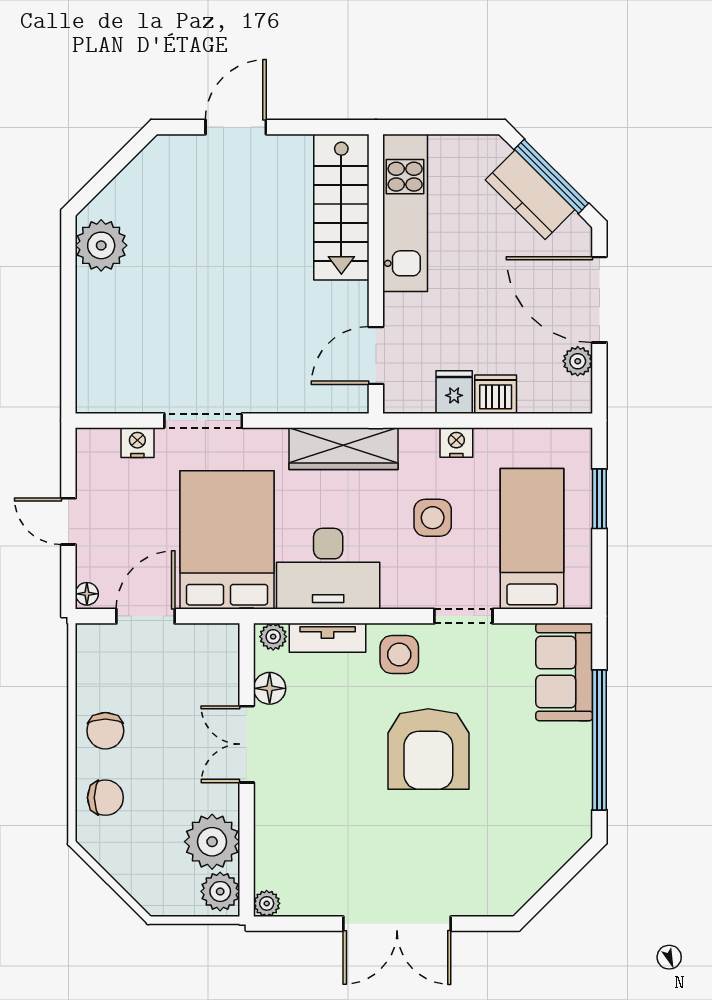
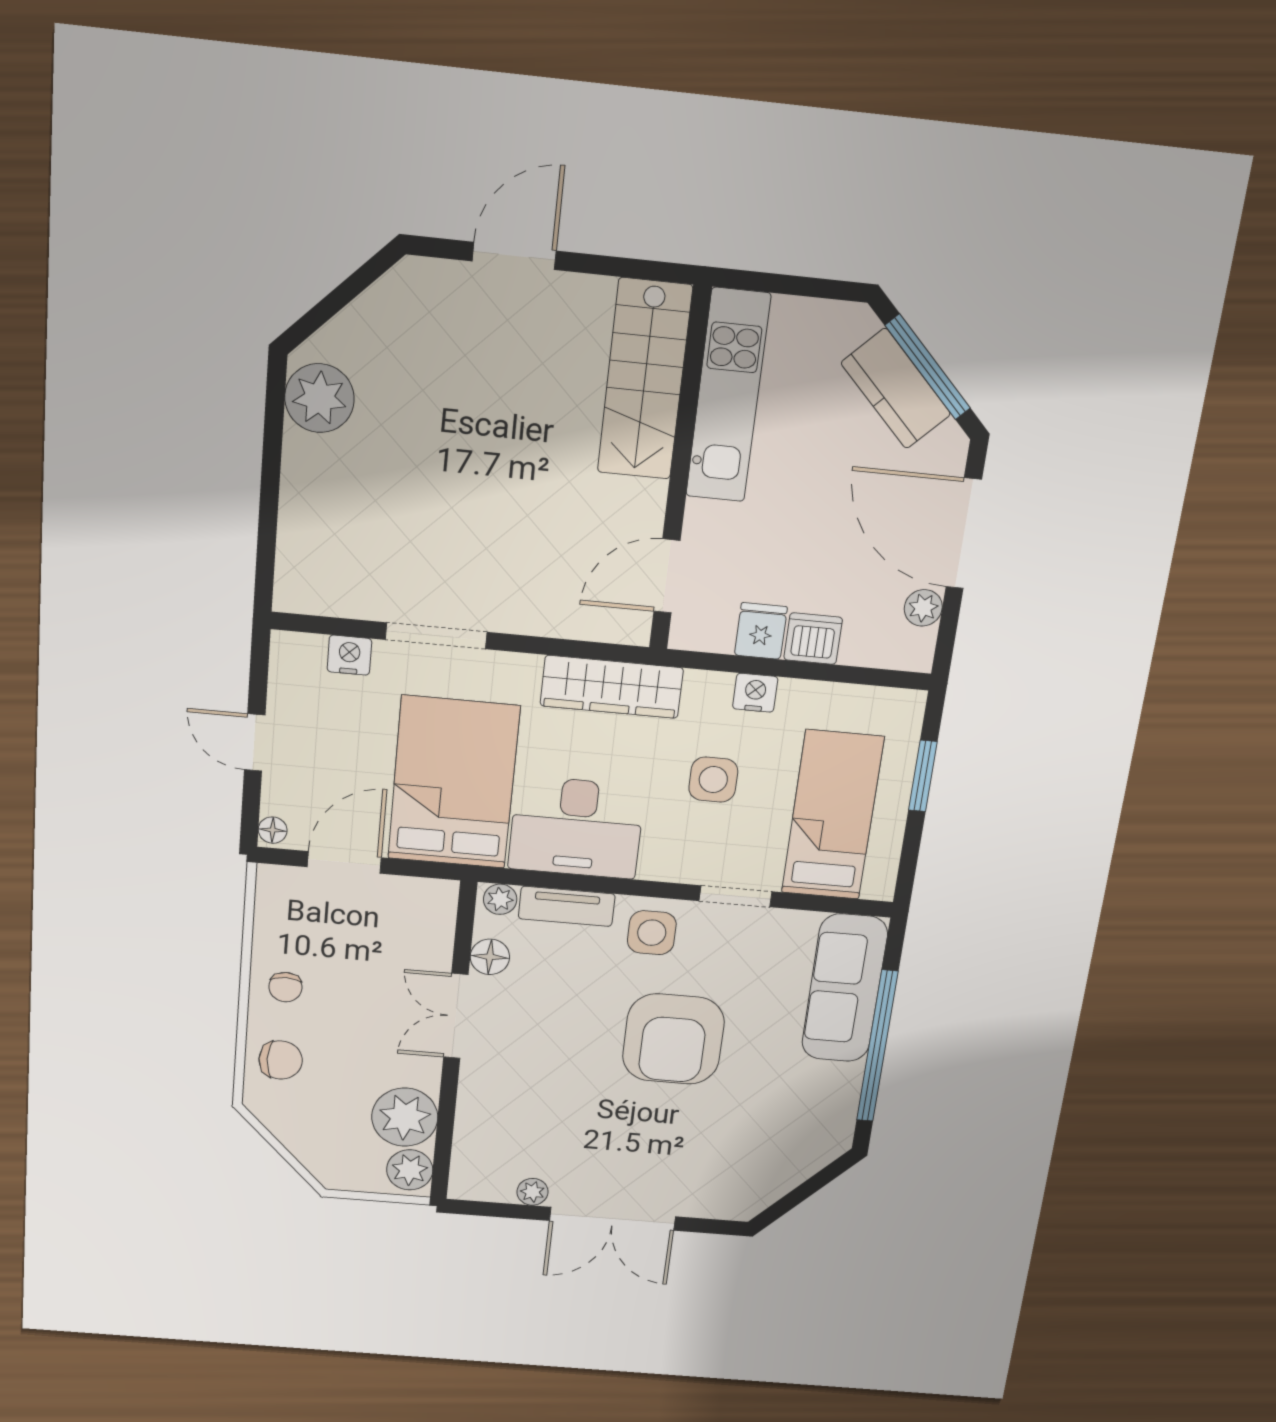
sofa: (564, 672) -> (845, 988), width x1.36
chair: (105, 731) -> (285, 987), width x0.73, depth x0.73
plant: (267, 903) -> (532, 1192), moved

